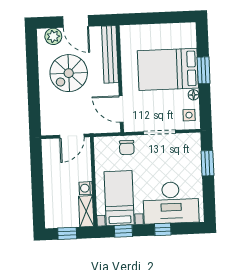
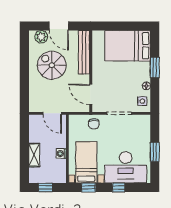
bed: (168, 69) -> (128, 46), moved
spiral stairs: (69, 73) -> (52, 65), turned 90
door: (72, 136) -> (52, 113), hinge flipped
window: (207, 163) -> (155, 152), moved
shelving: (86, 211) -> (34, 155), moved

